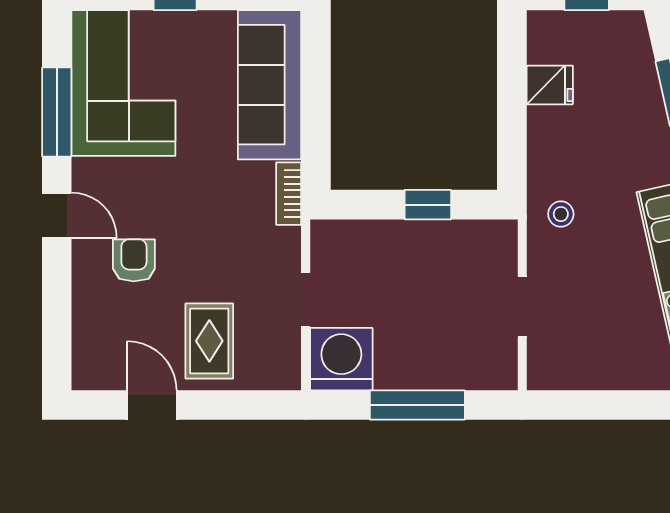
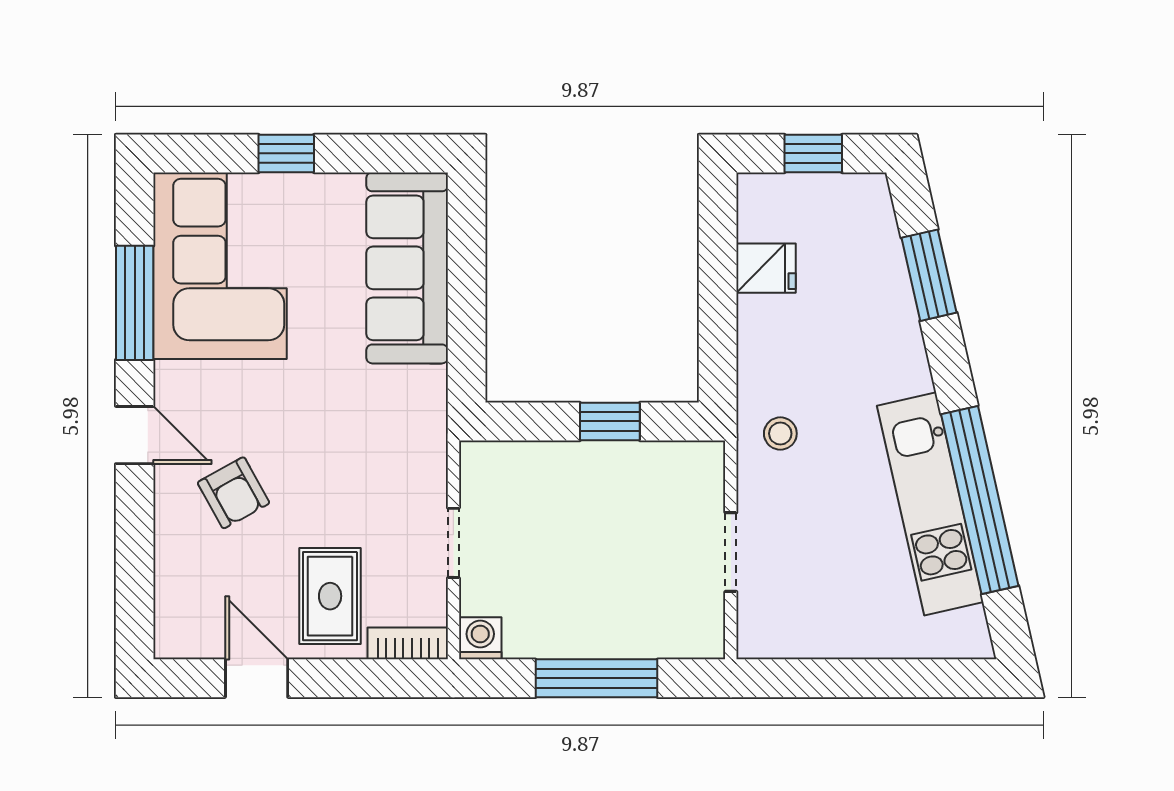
bookcase: (289, 194) -> (408, 643), moved, turned 90
armchair: (134, 260) -> (234, 493), turned 151
washing machine: (341, 359) -> (480, 638), width x0.53, depth x0.53

